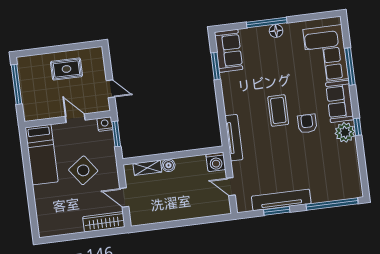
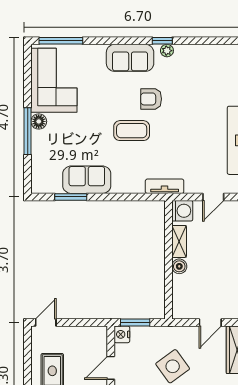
sofa: (229, 51) -> (87, 180), moved
corner sofa: (326, 54) -> (54, 80), moved, turned -90
window: (350, 66) -> (61, 41), moved
door: (111, 89) -> (46, 323), moved
plant: (345, 132) -> (167, 51), width x0.53, depth x0.53
tv unit: (234, 138) -> (165, 186), width x0.71
shelving: (147, 168) -> (179, 241), moved

